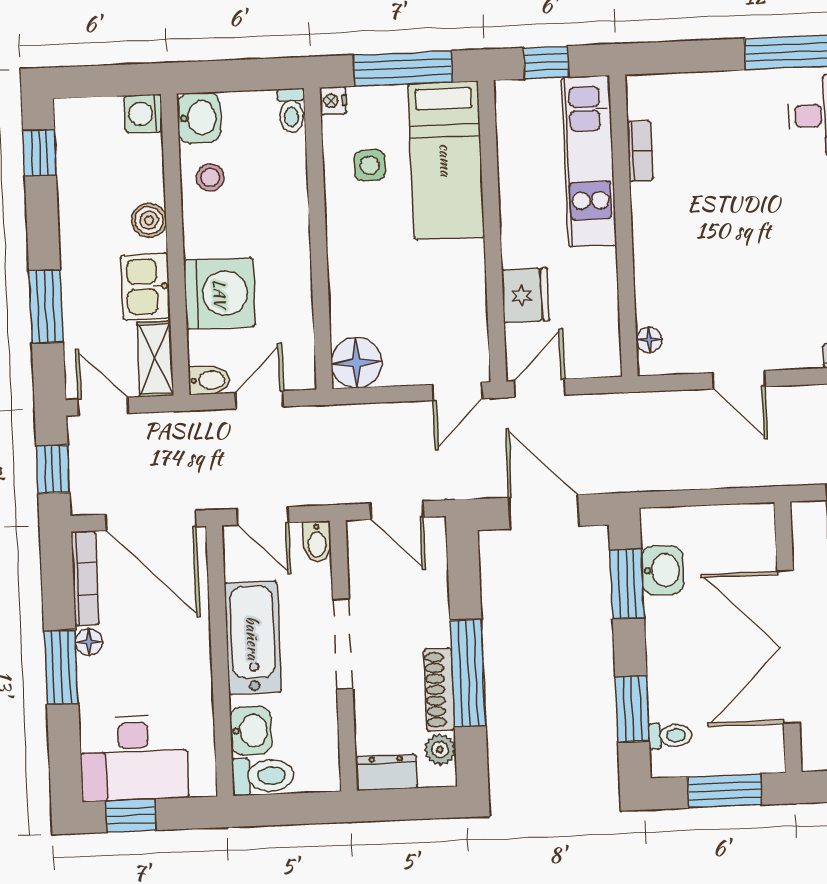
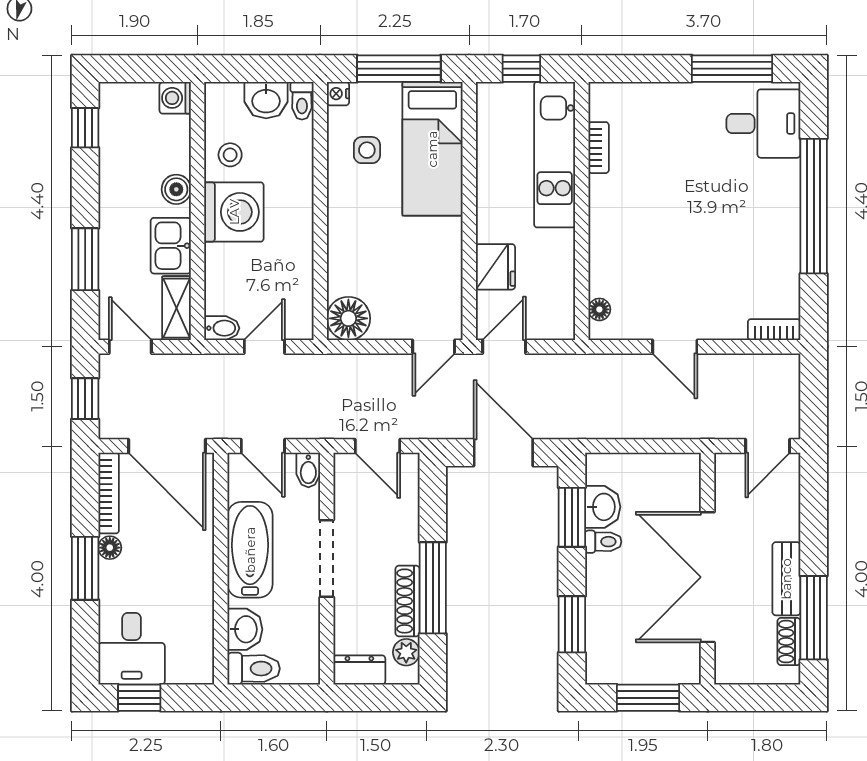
washbasin: (199, 118) -> (266, 100), moved, turned 90
washing machine: (220, 293) -> (234, 212), moved
toilet: (670, 736) -> (603, 542), moved
desk: (134, 758) -> (132, 649), width x0.73

